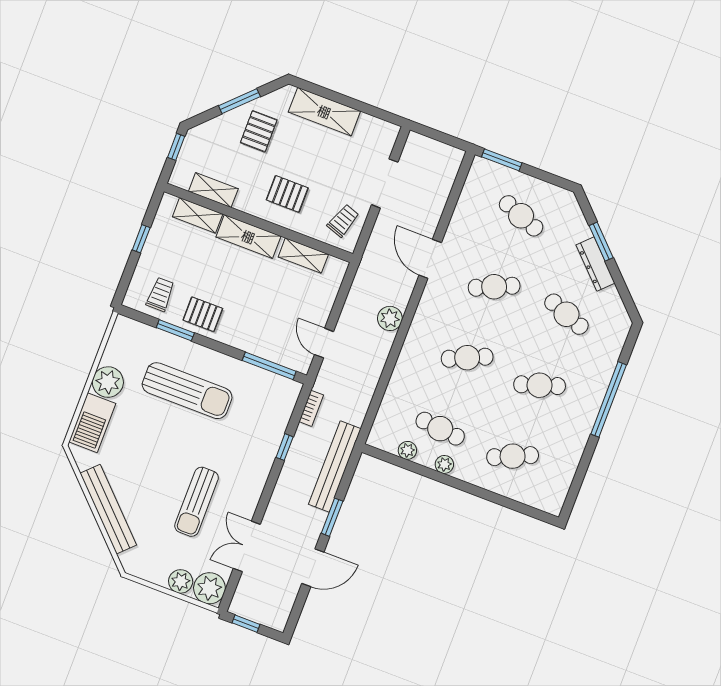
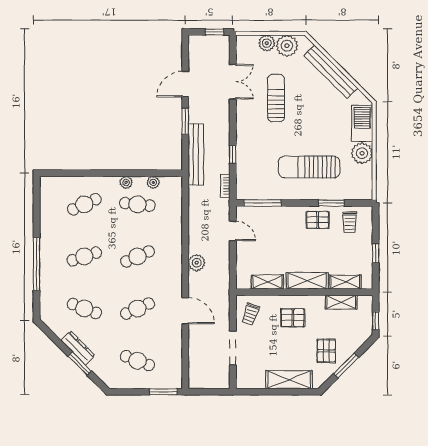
plant: (209, 588) -> (287, 46), moved

